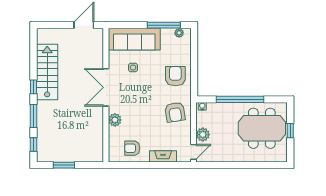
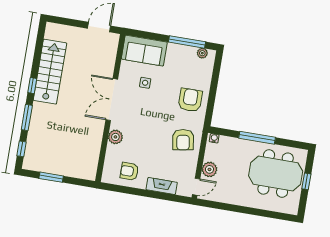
sofa: (134, 39) -> (144, 51), width x0.73
window: (240, 99) -> (257, 138), width x0.68

